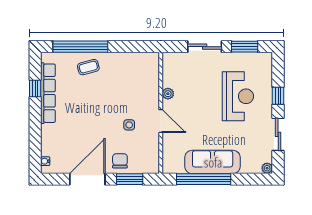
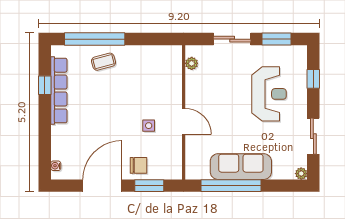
plant: (168, 94) -> (192, 63), moved
window: (278, 96) -> (313, 79), moved
chair: (120, 161) -> (139, 165), turned 90

